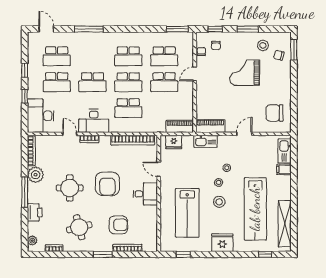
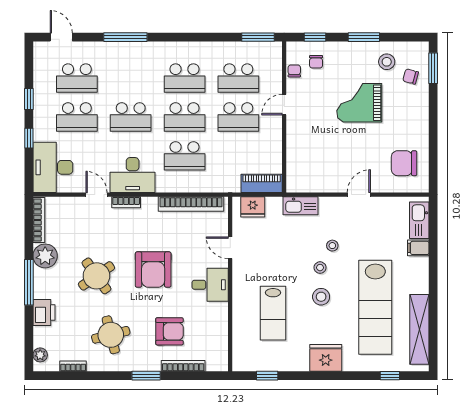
piano: (210, 126) -> (308, 183), removed
round table: (70, 188) -> (96, 276), turned -35
lab bench: (187, 213) -> (273, 313), width x0.73, depth x0.72

